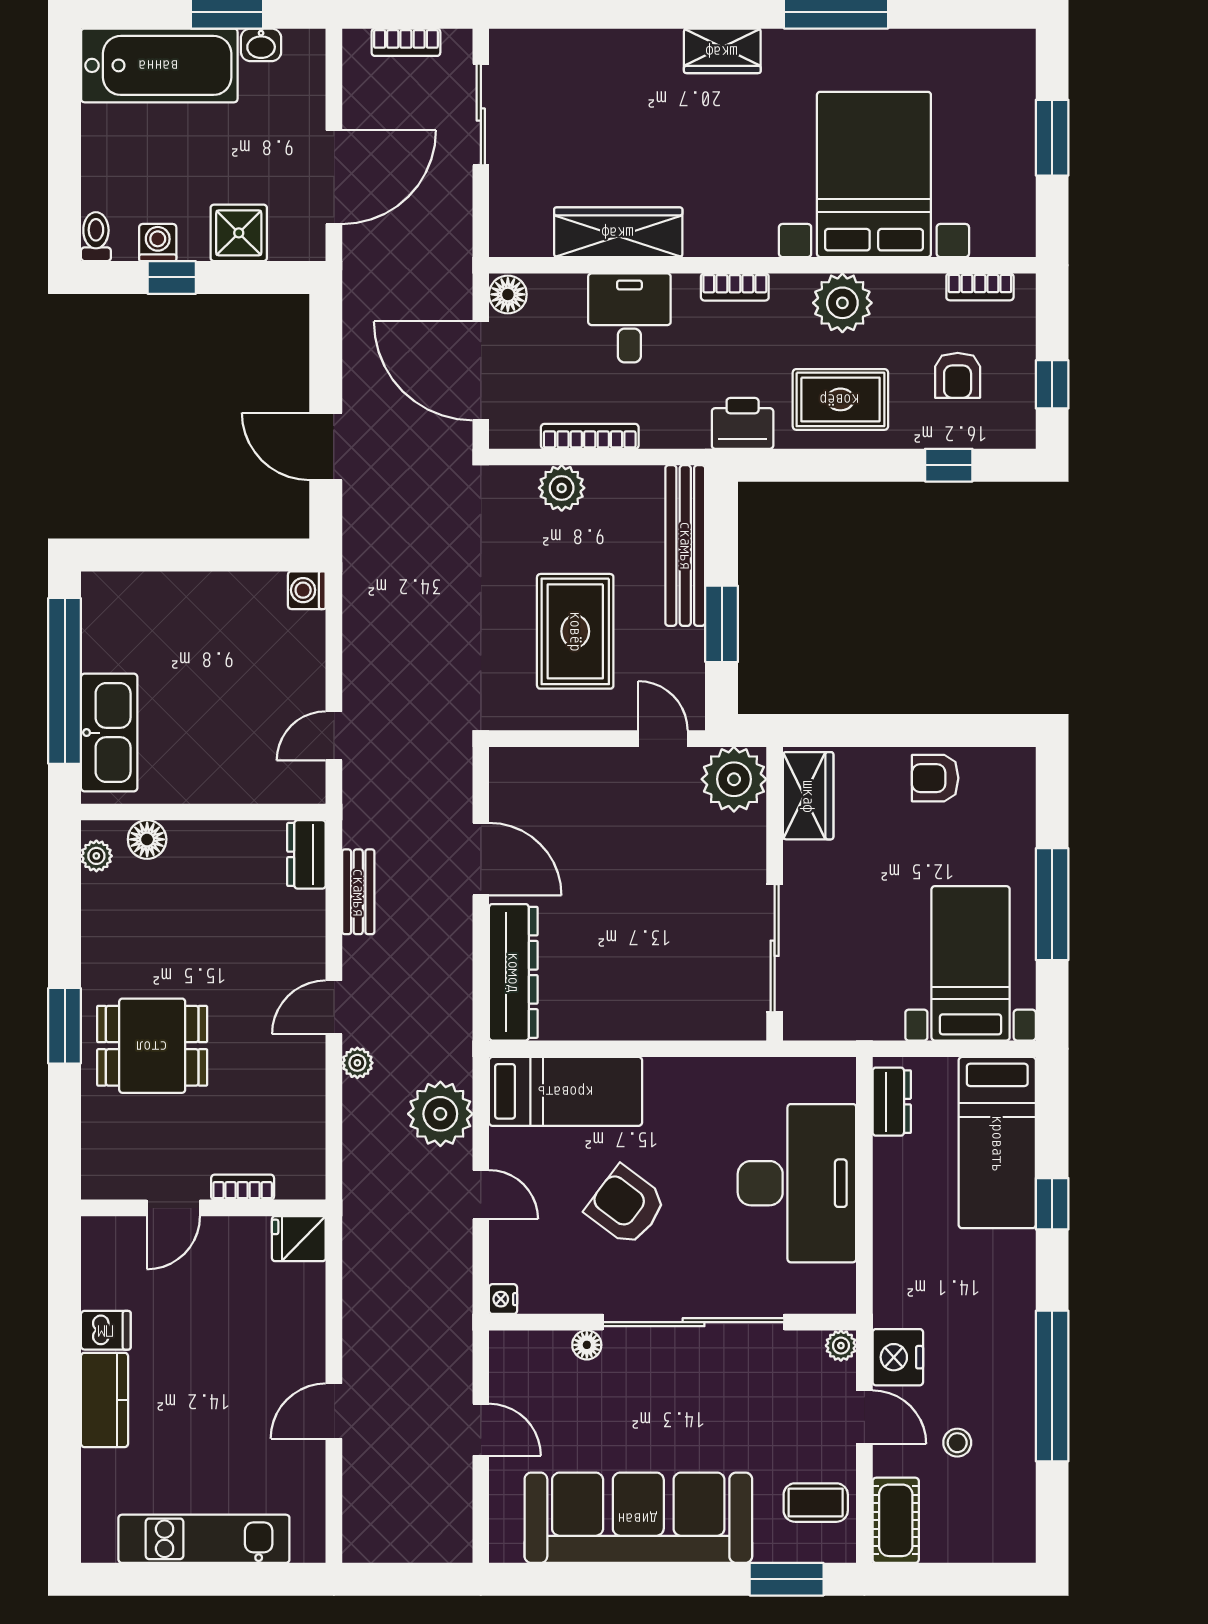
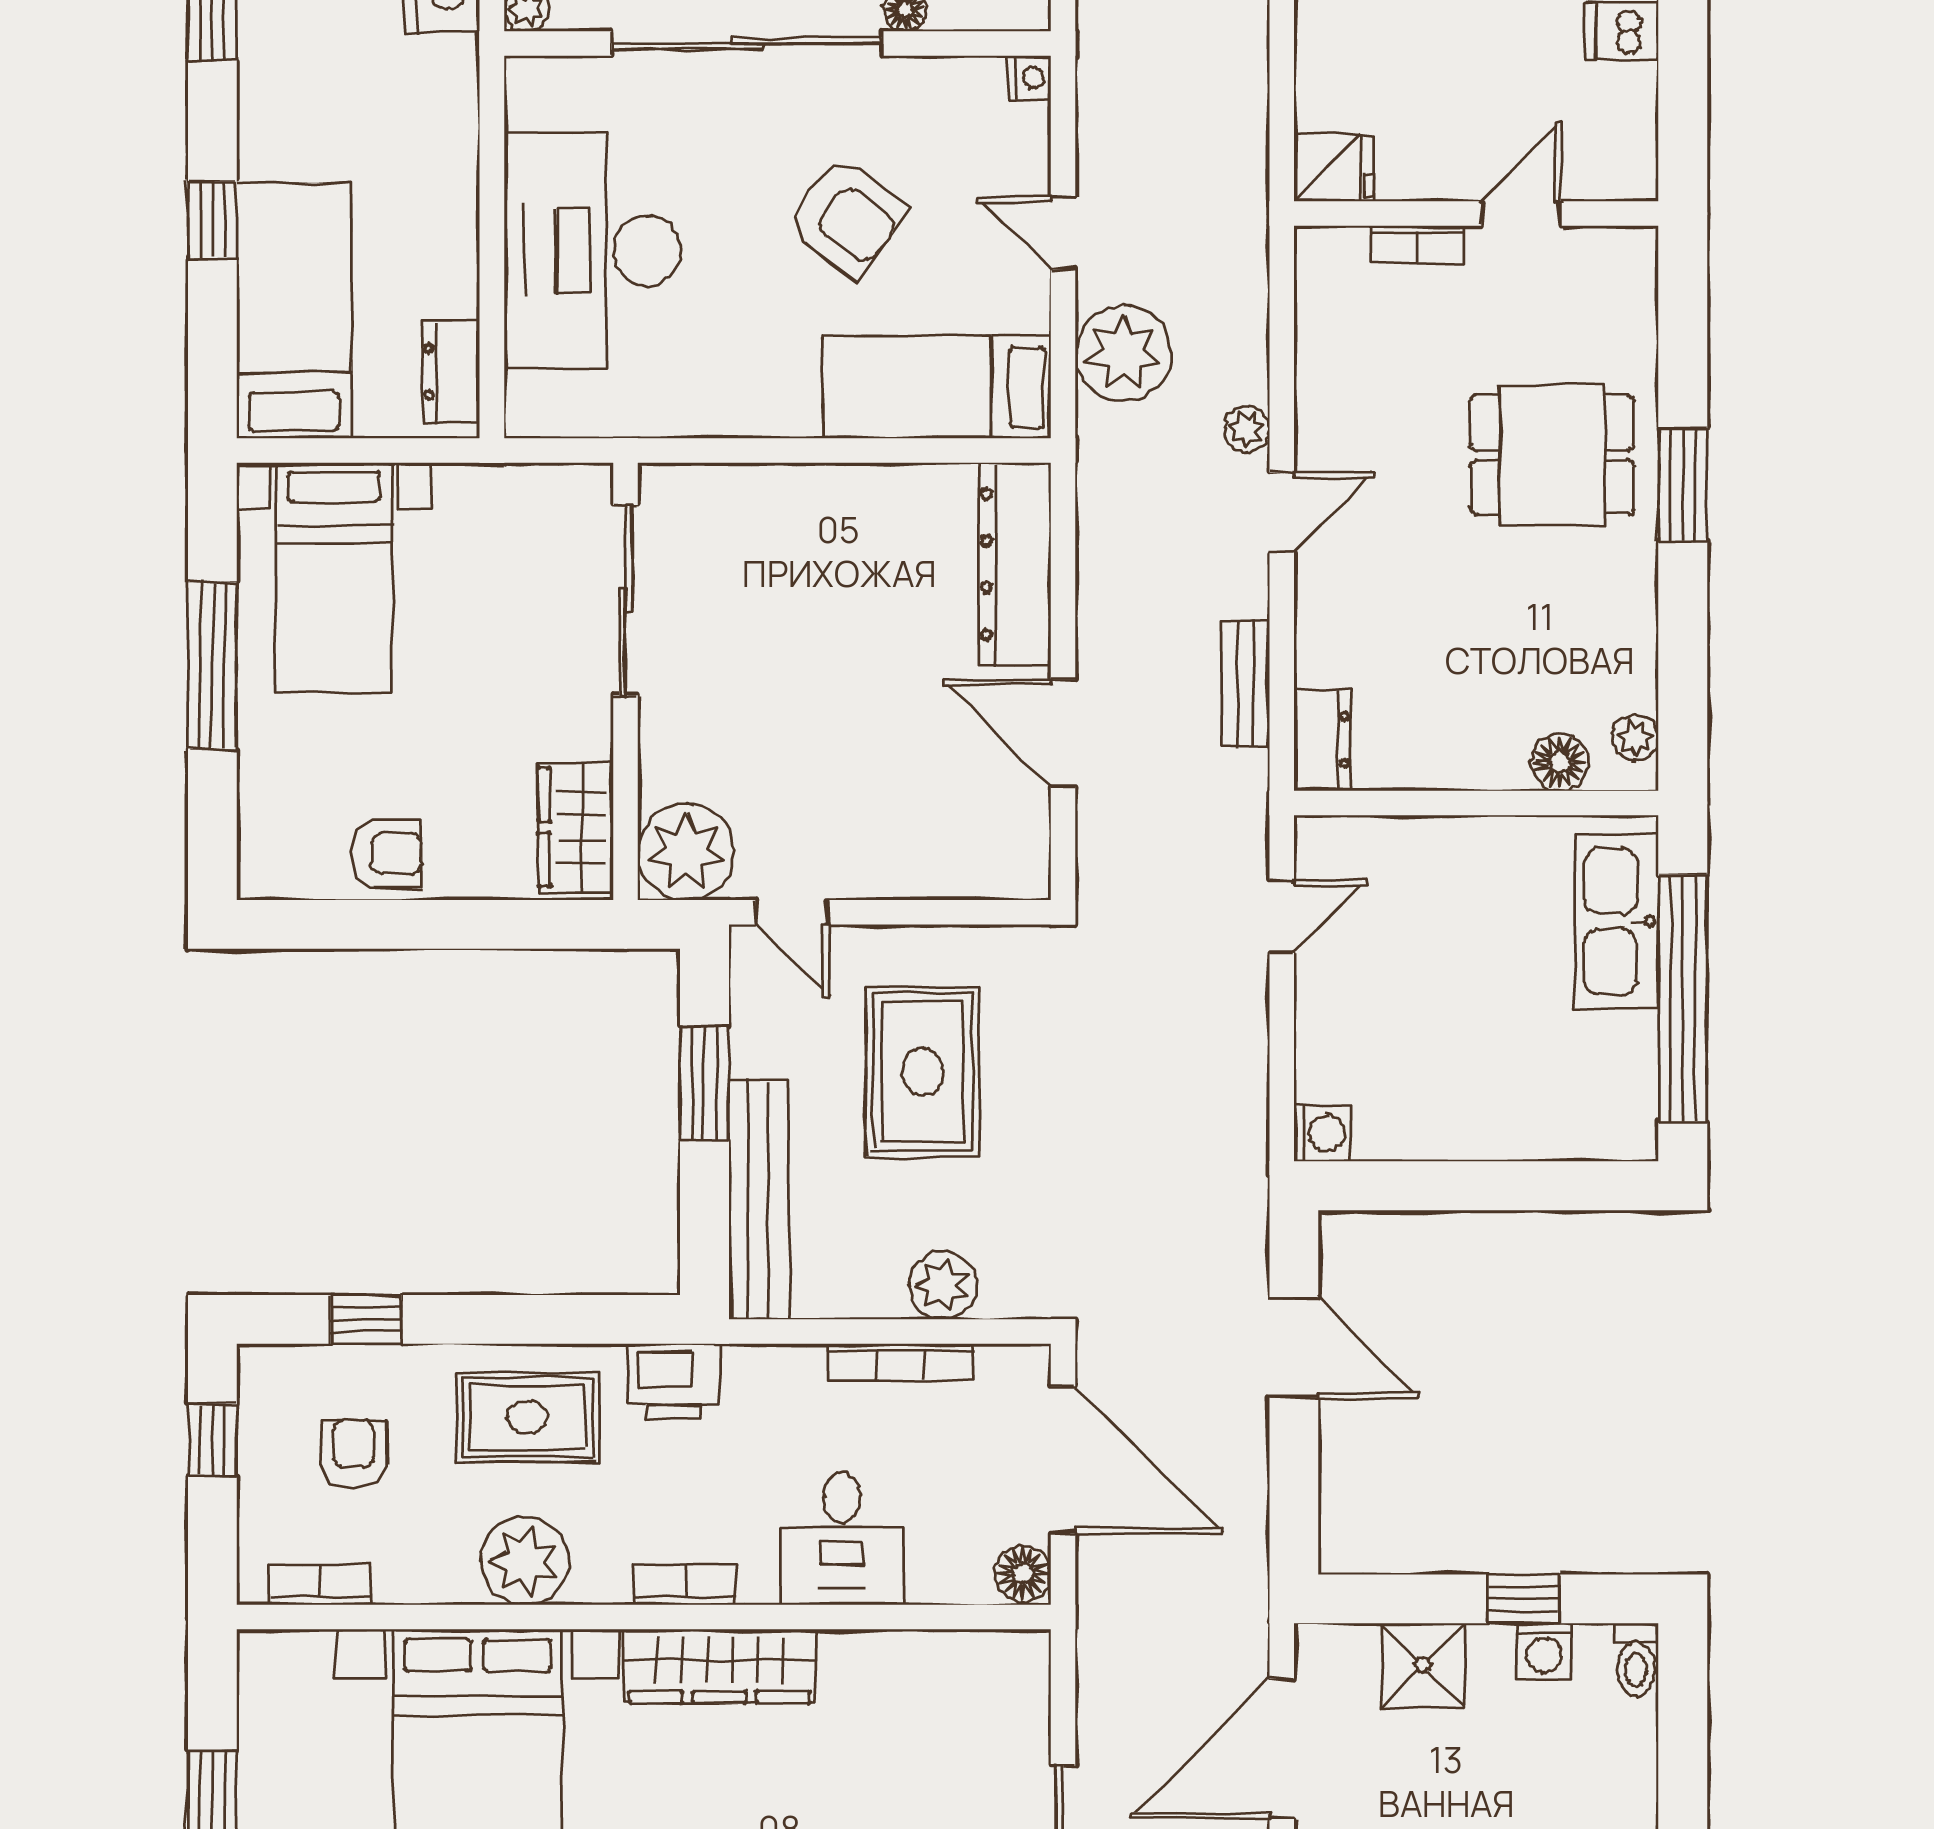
wardrobe: (618, 232) -> (720, 1666), moved

